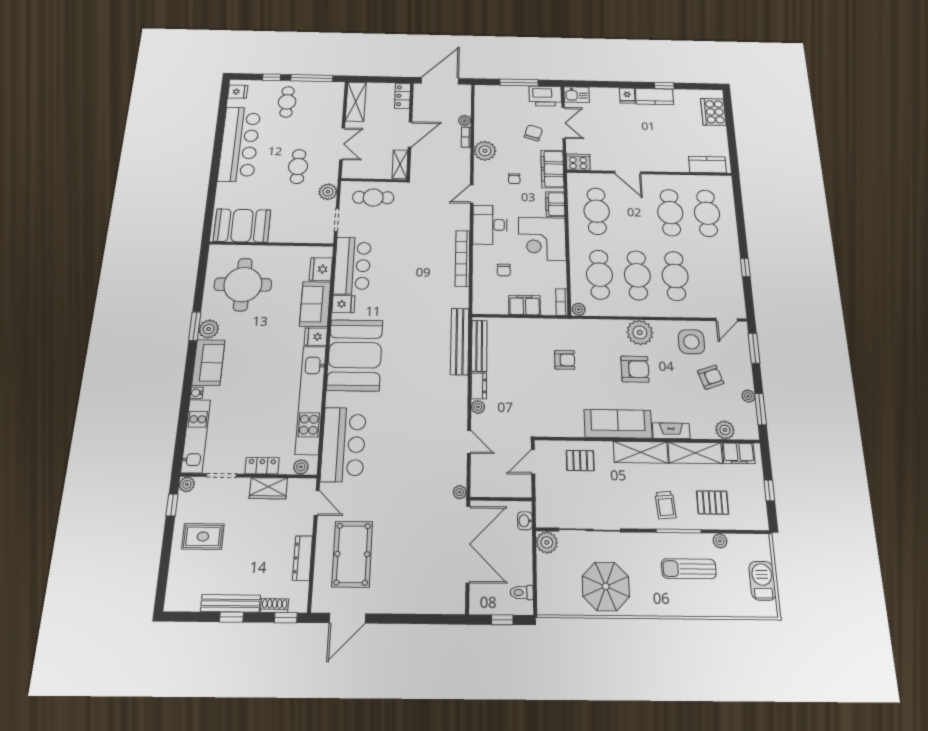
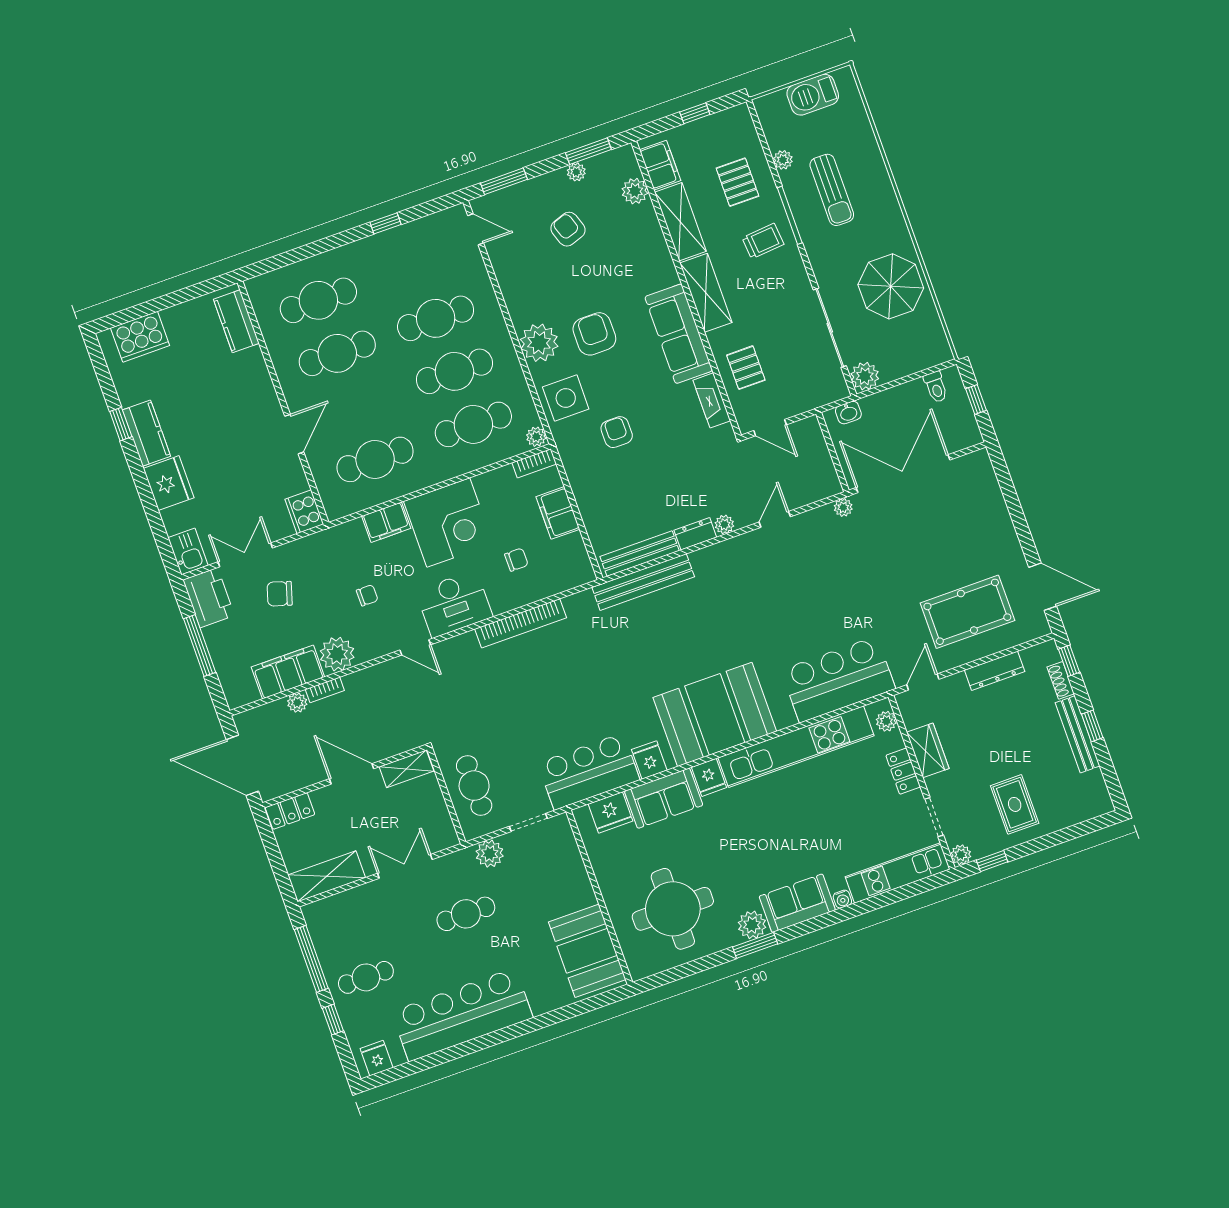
fridge: (627, 96) -> (169, 483), width x1.88, depth x1.34
filing cabinet: (552, 169) -> (288, 672), moved, turned 180
side table: (691, 342) -> (566, 398), moved
fireplace: (671, 431) -> (712, 400), moved

